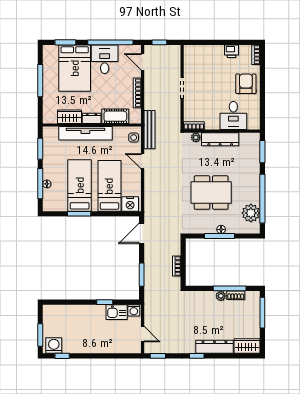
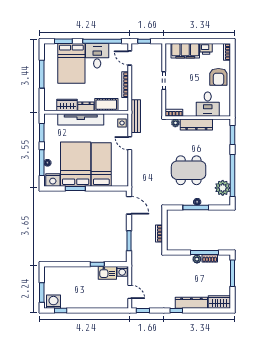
filing cabinet: (207, 53) -> (185, 51), added
armchair: (246, 84) -> (218, 77), turned 180
bed: (80, 185) -> (76, 164), width x1.50
nightstand: (130, 204) -> (53, 180), moved
door: (142, 233) -> (129, 205), swing flipped

